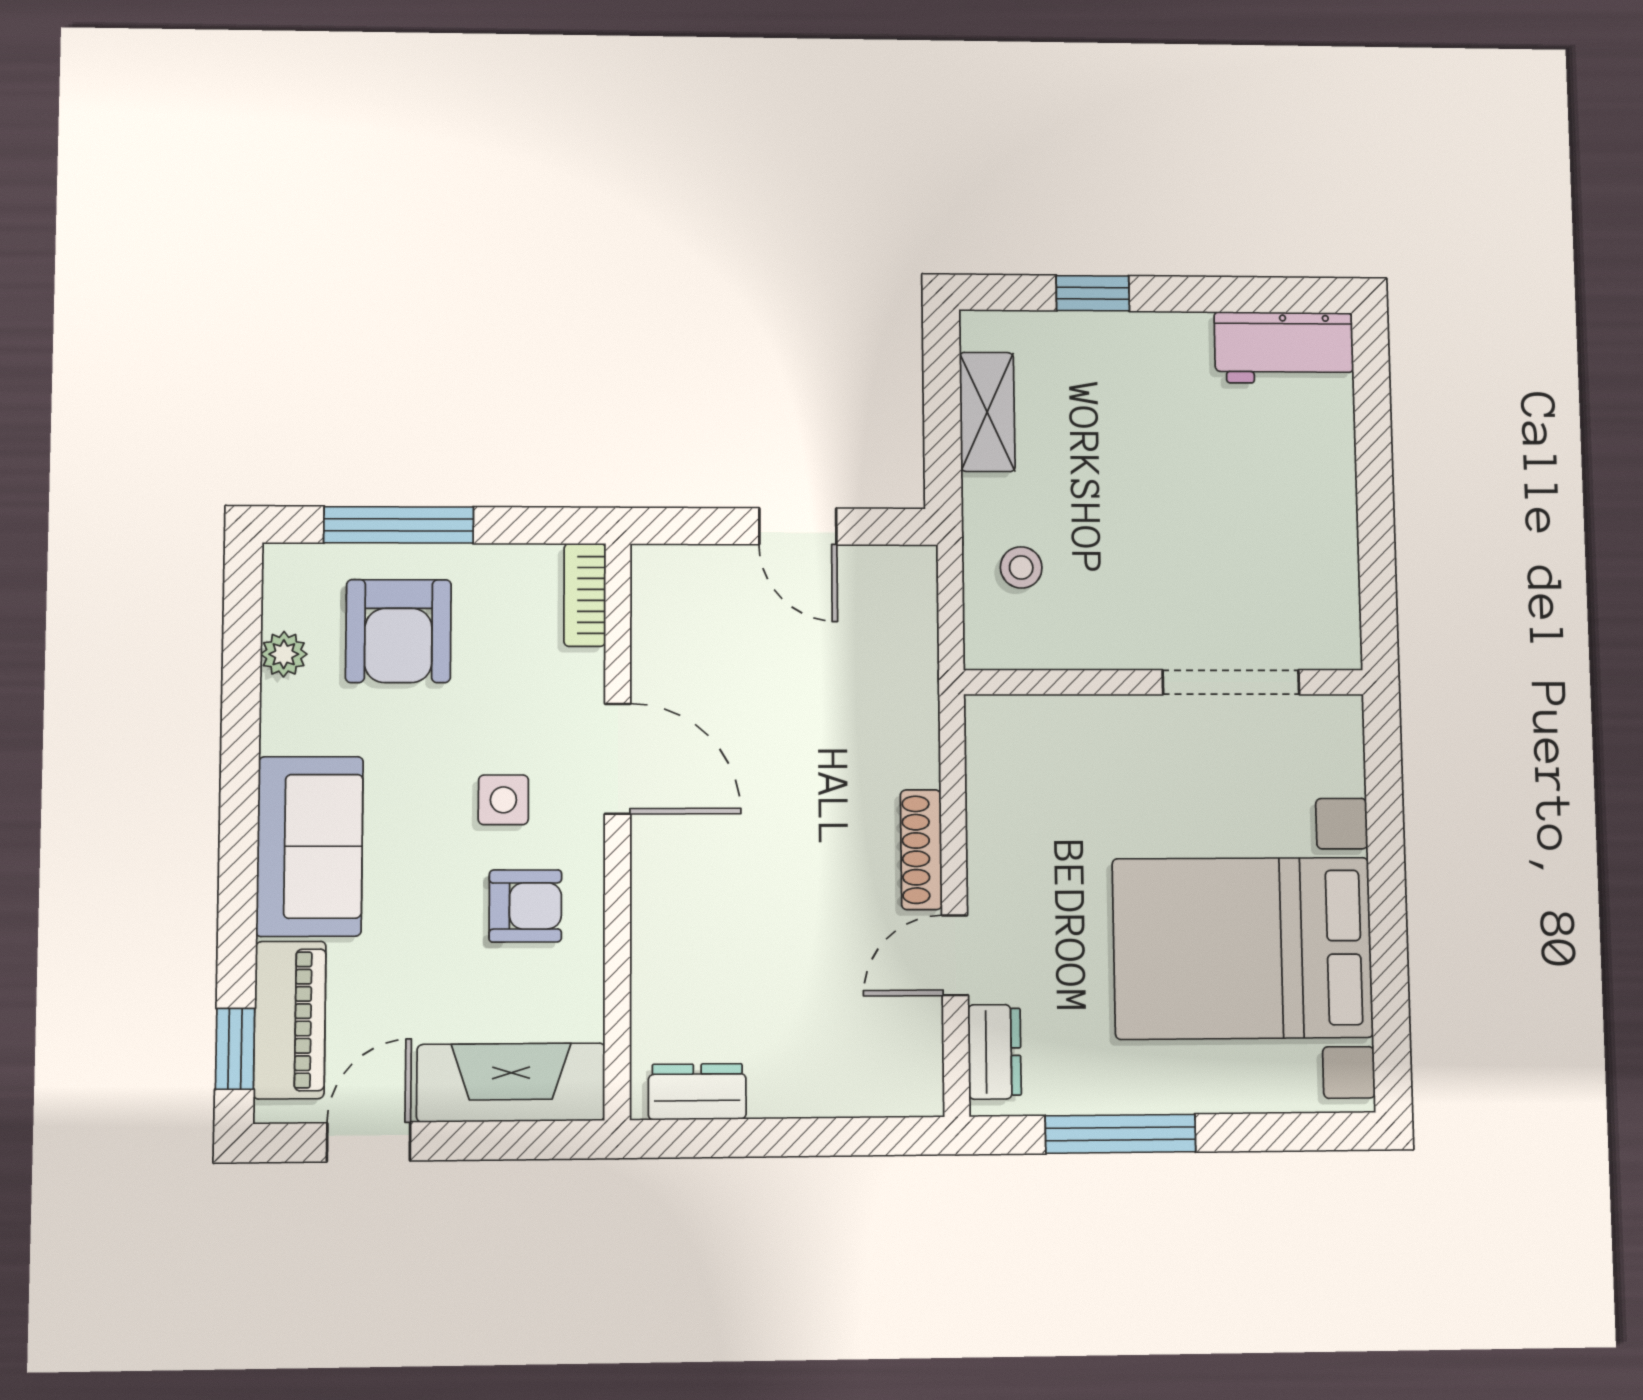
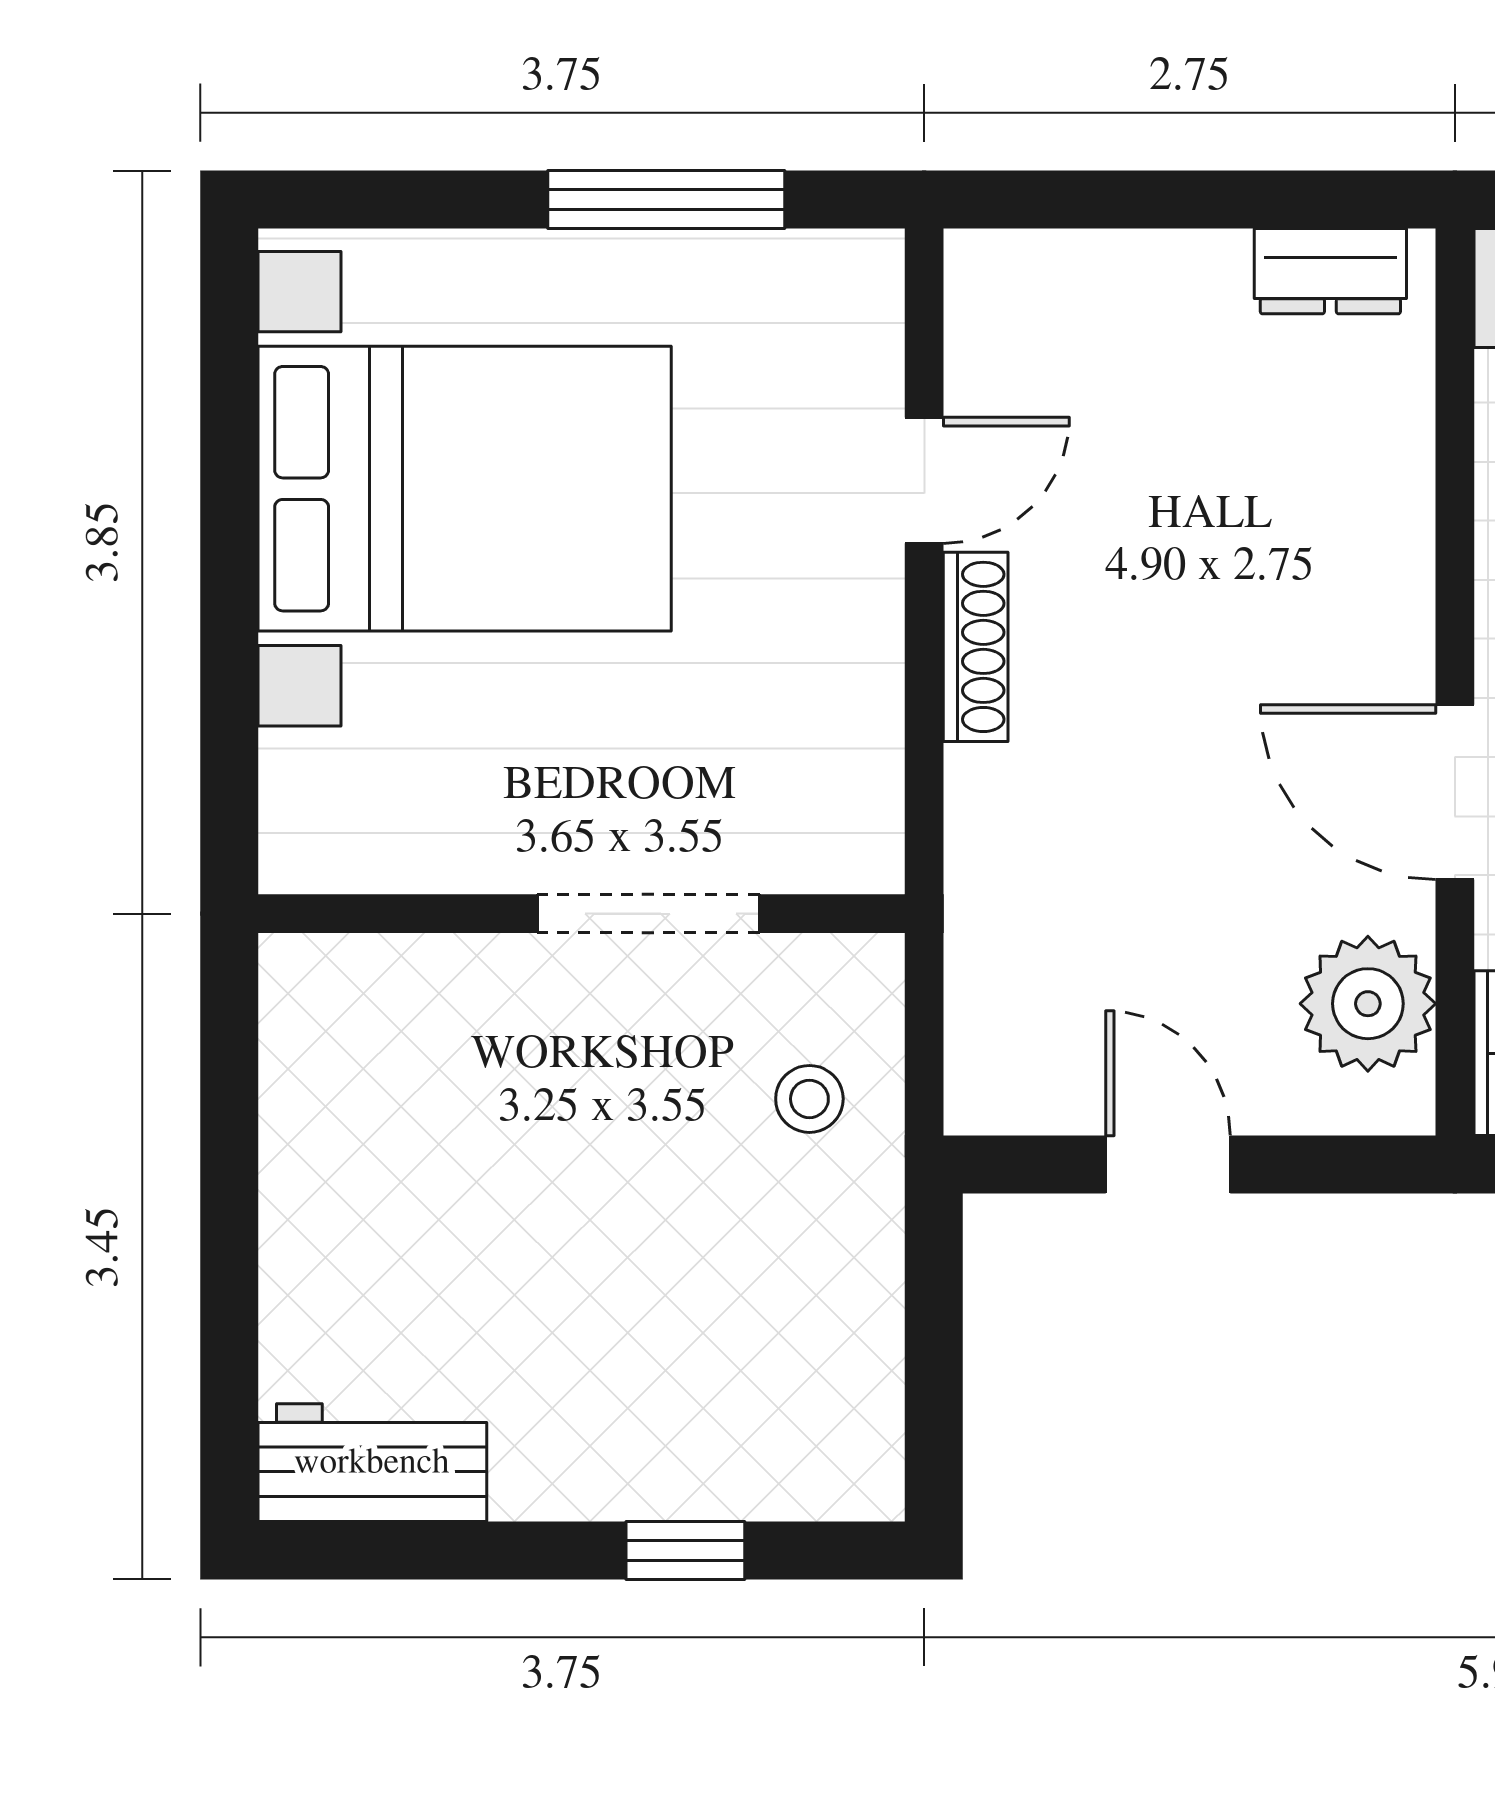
shelving: (987, 412) -> (861, 1353), removed
plant: (673, 626) -> (1368, 1004), added
doorway: (1231, 682) -> (648, 914), moved
dresser: (995, 1052) -> (863, 329), removed

